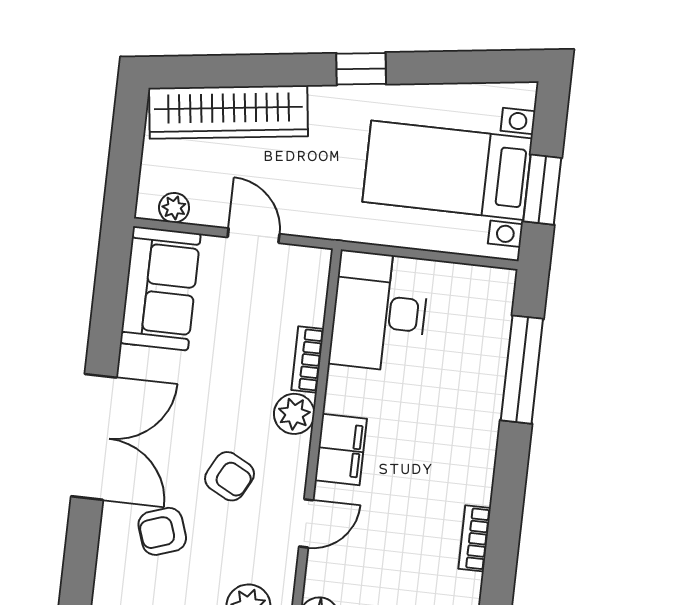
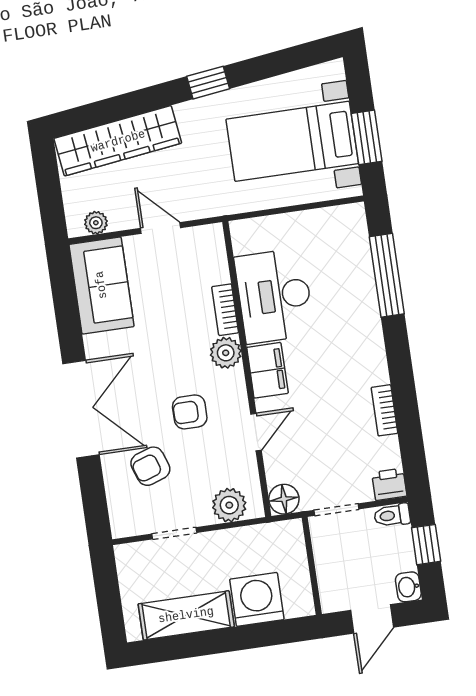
desk: (379, 312) -> (274, 296), moved
armchair: (229, 476) -> (190, 412), turned 152

